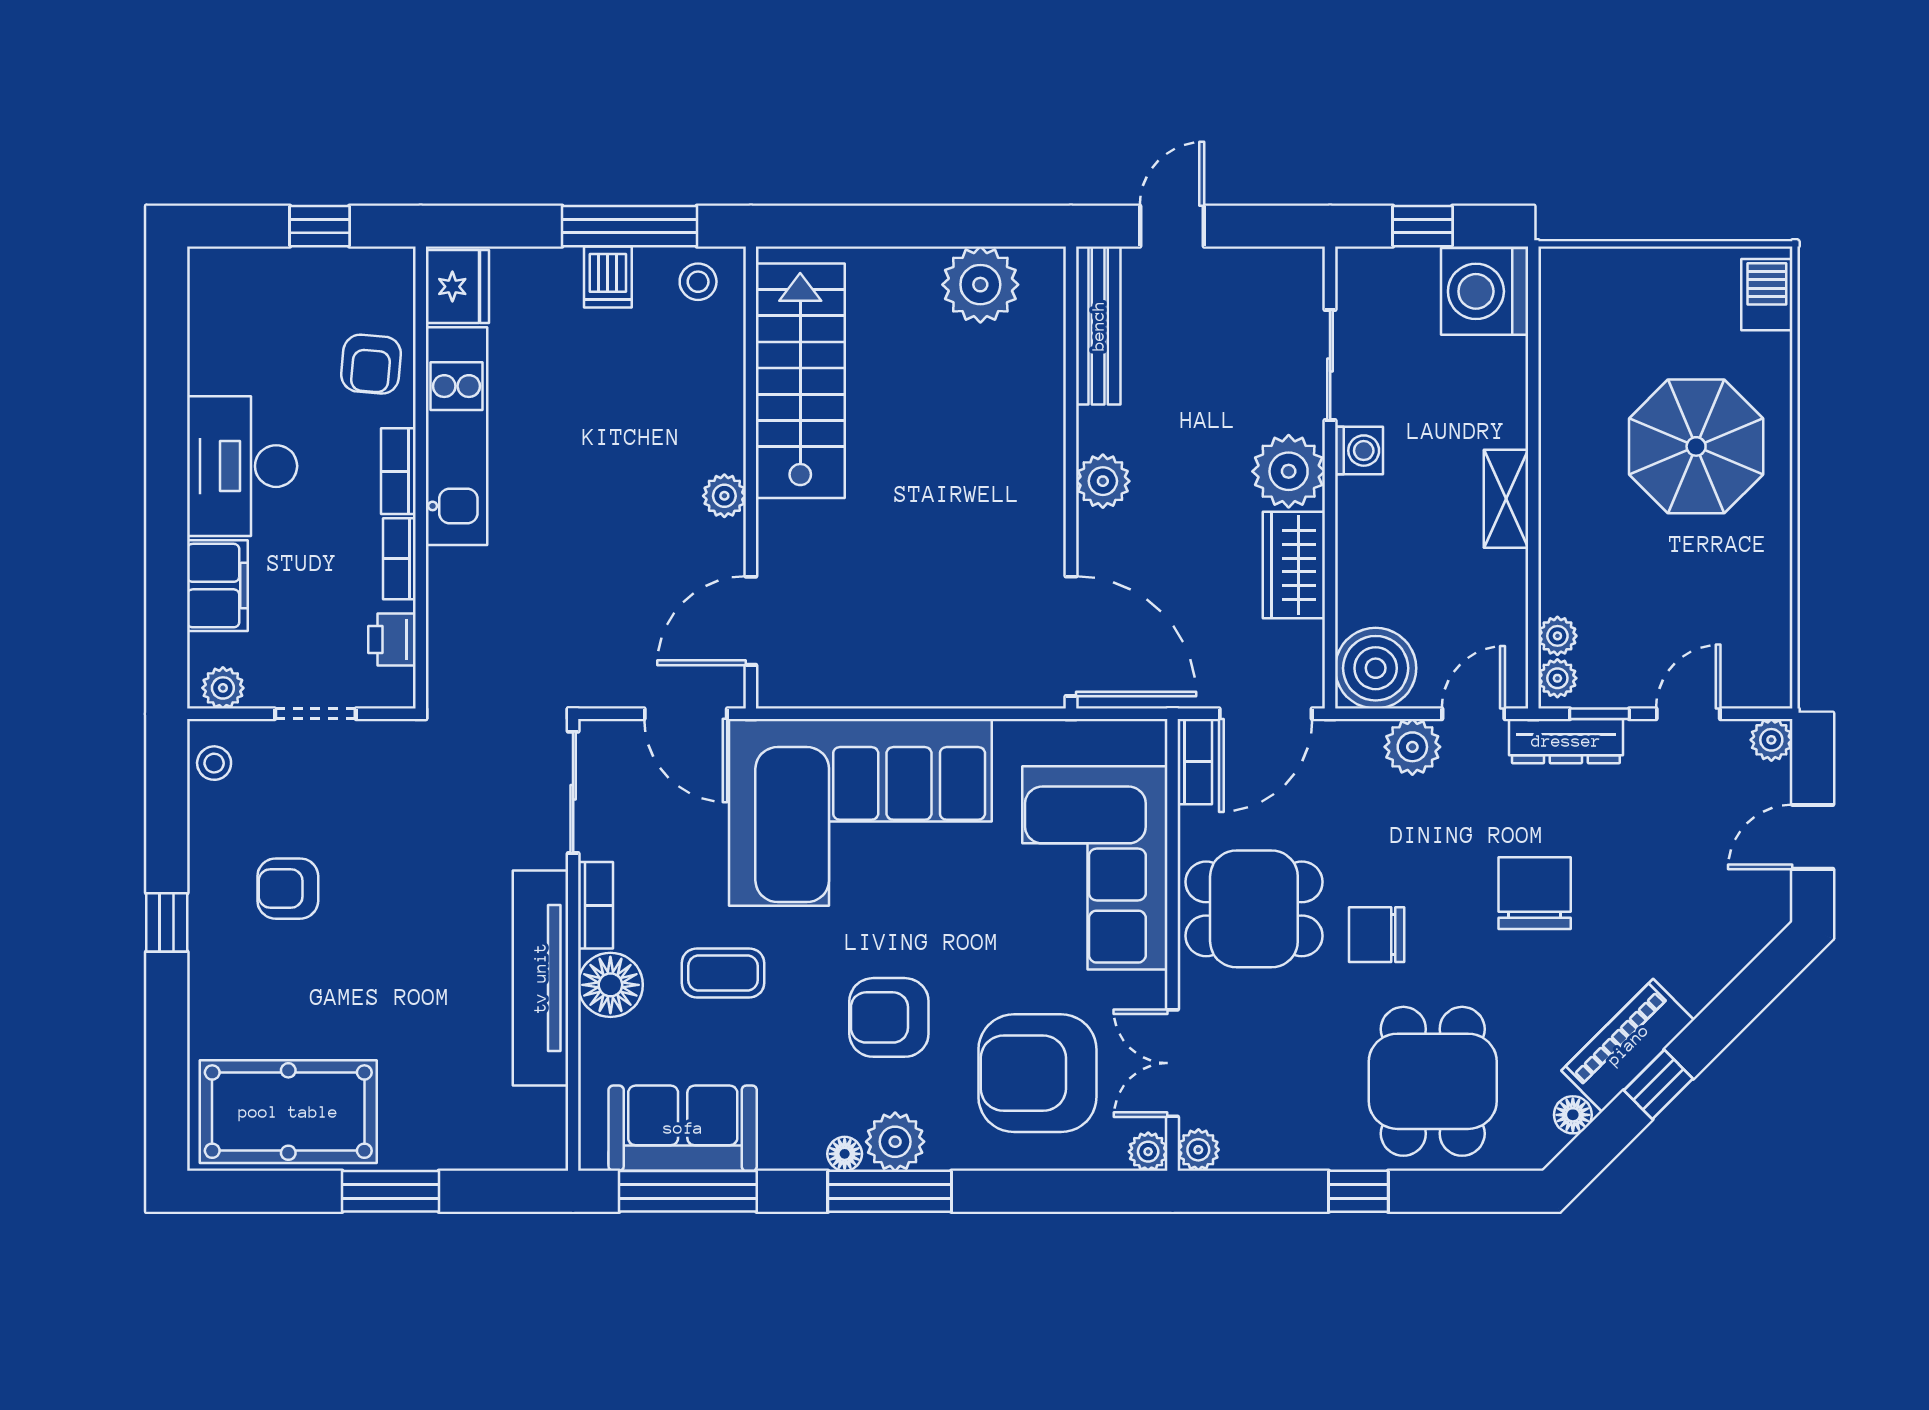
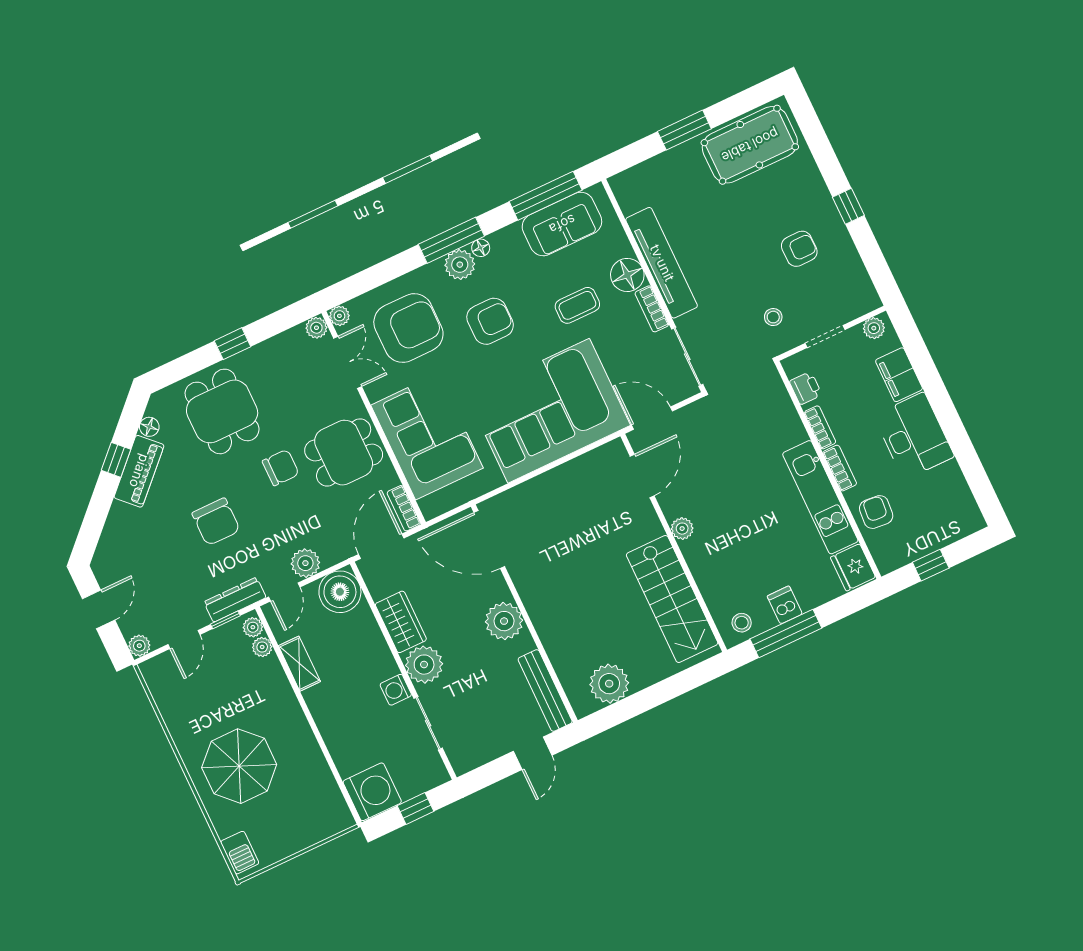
plant: (1103, 481) -> (504, 621), width x1.36, depth x1.36
shelving: (1506, 499) -> (299, 664), moved
stool: (214, 763) -> (773, 317), moved

